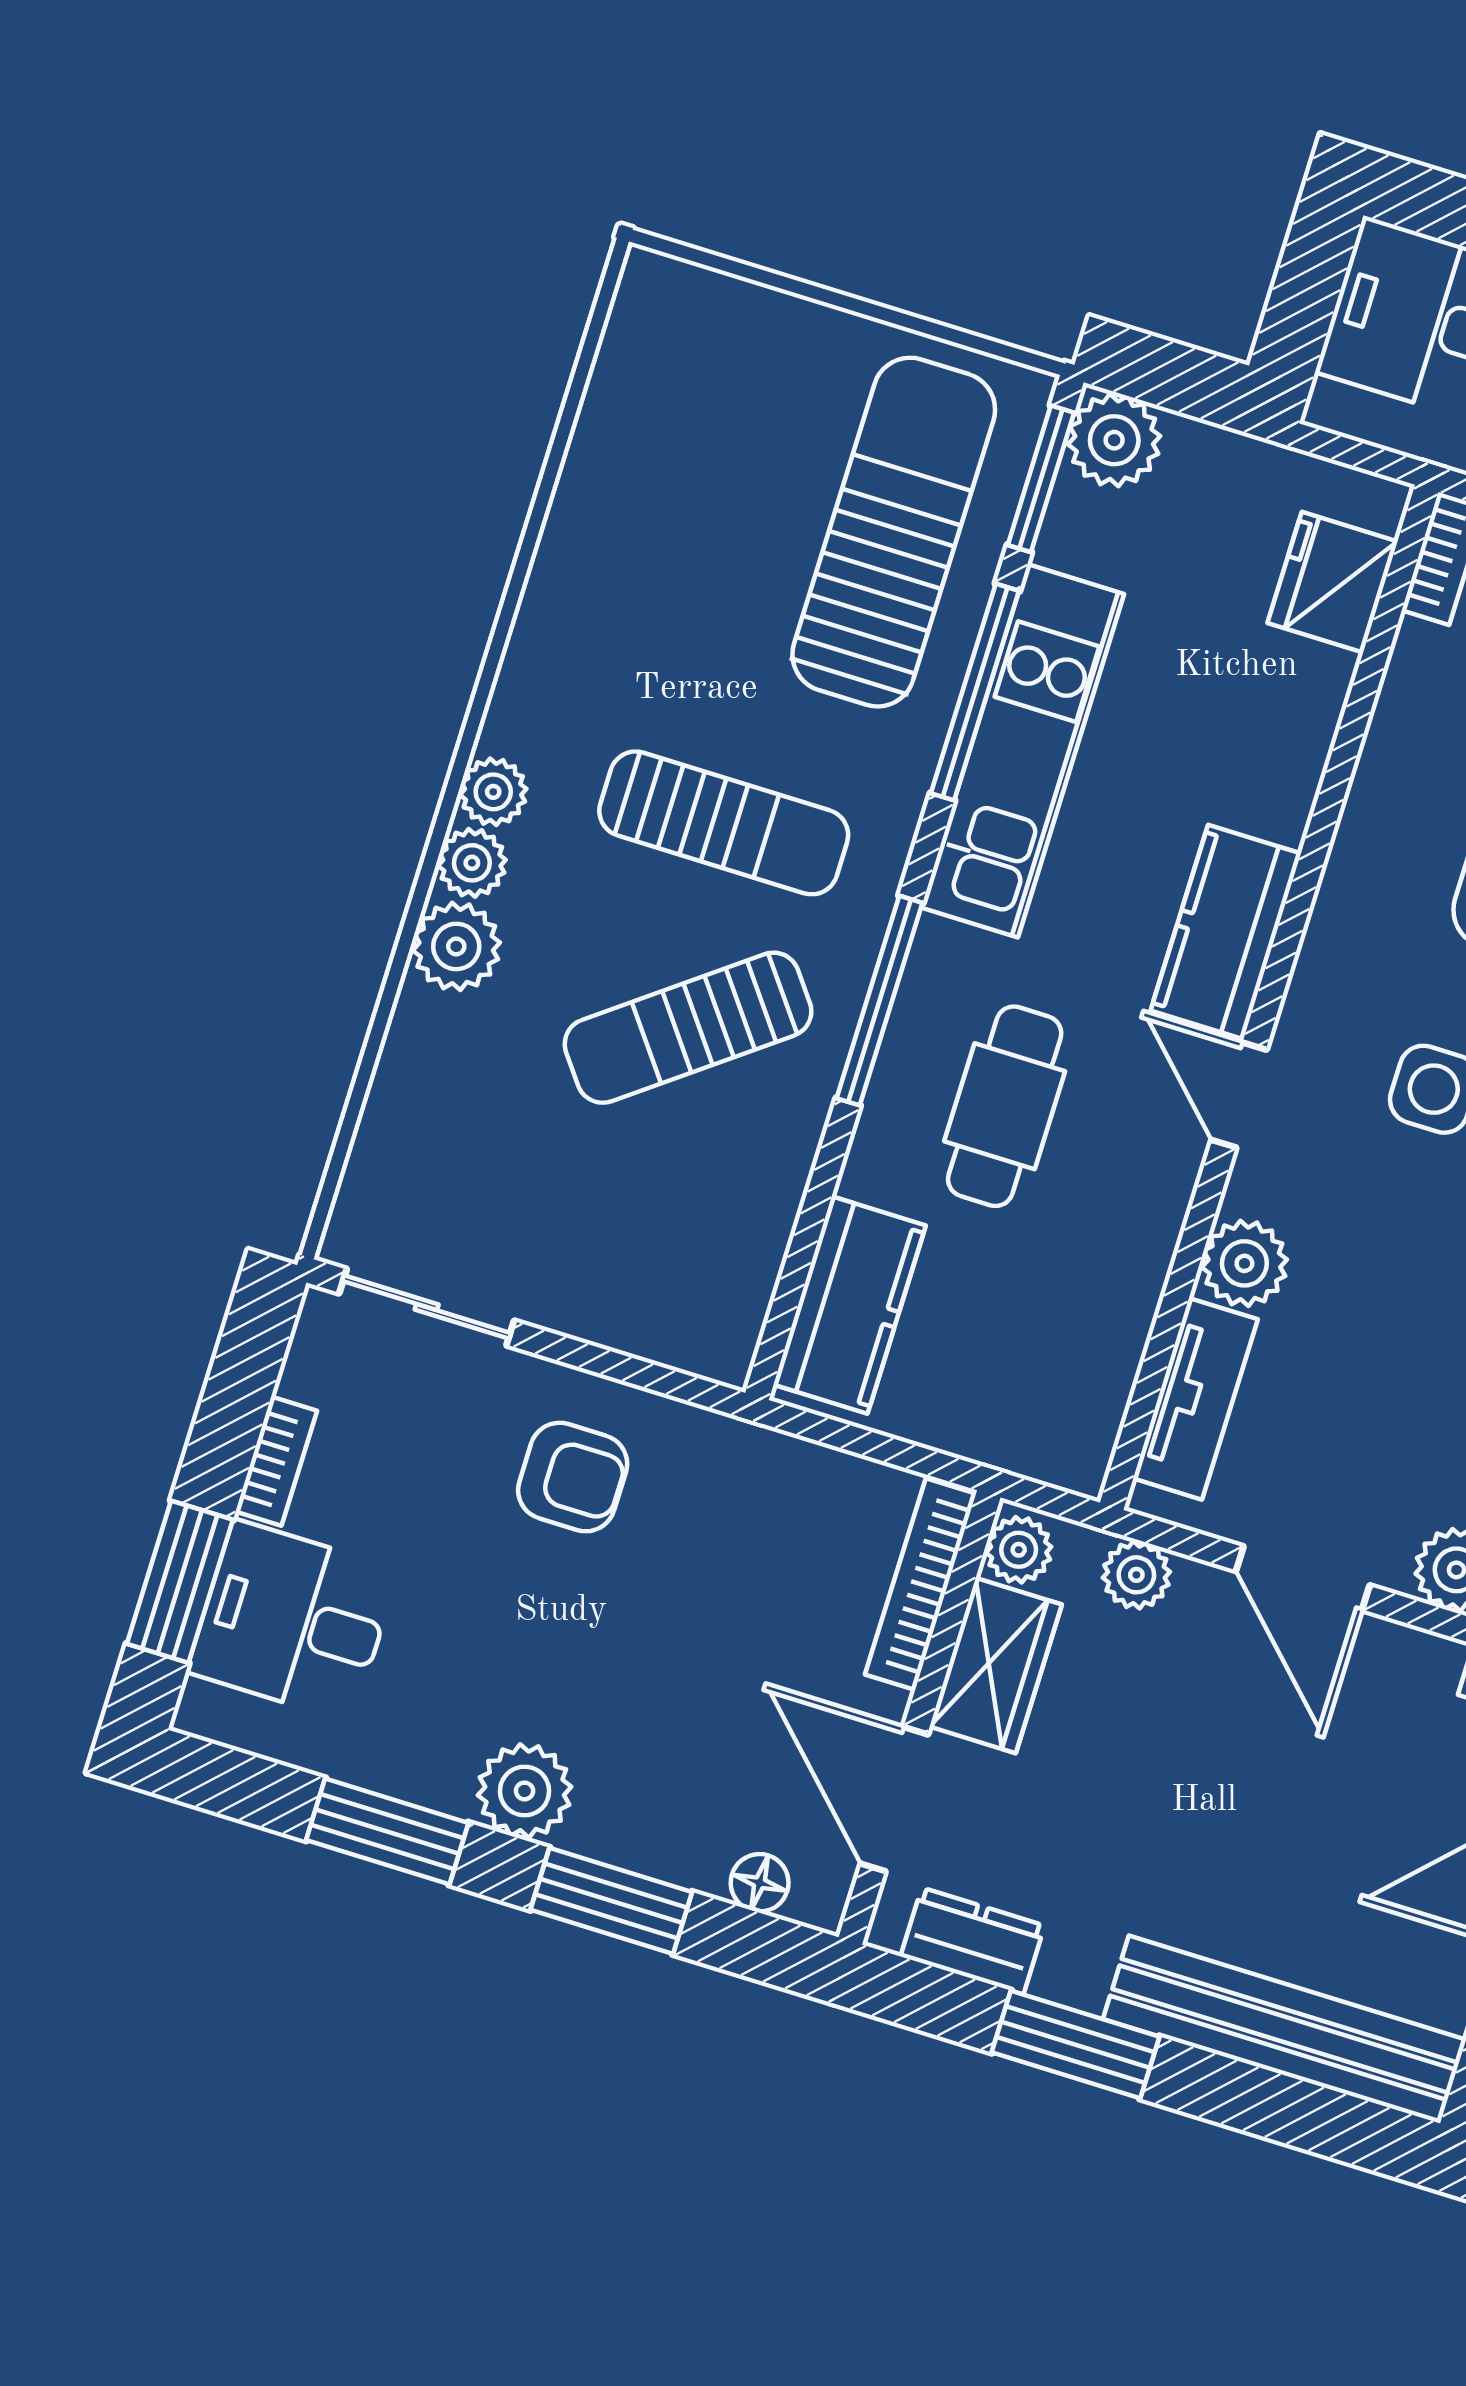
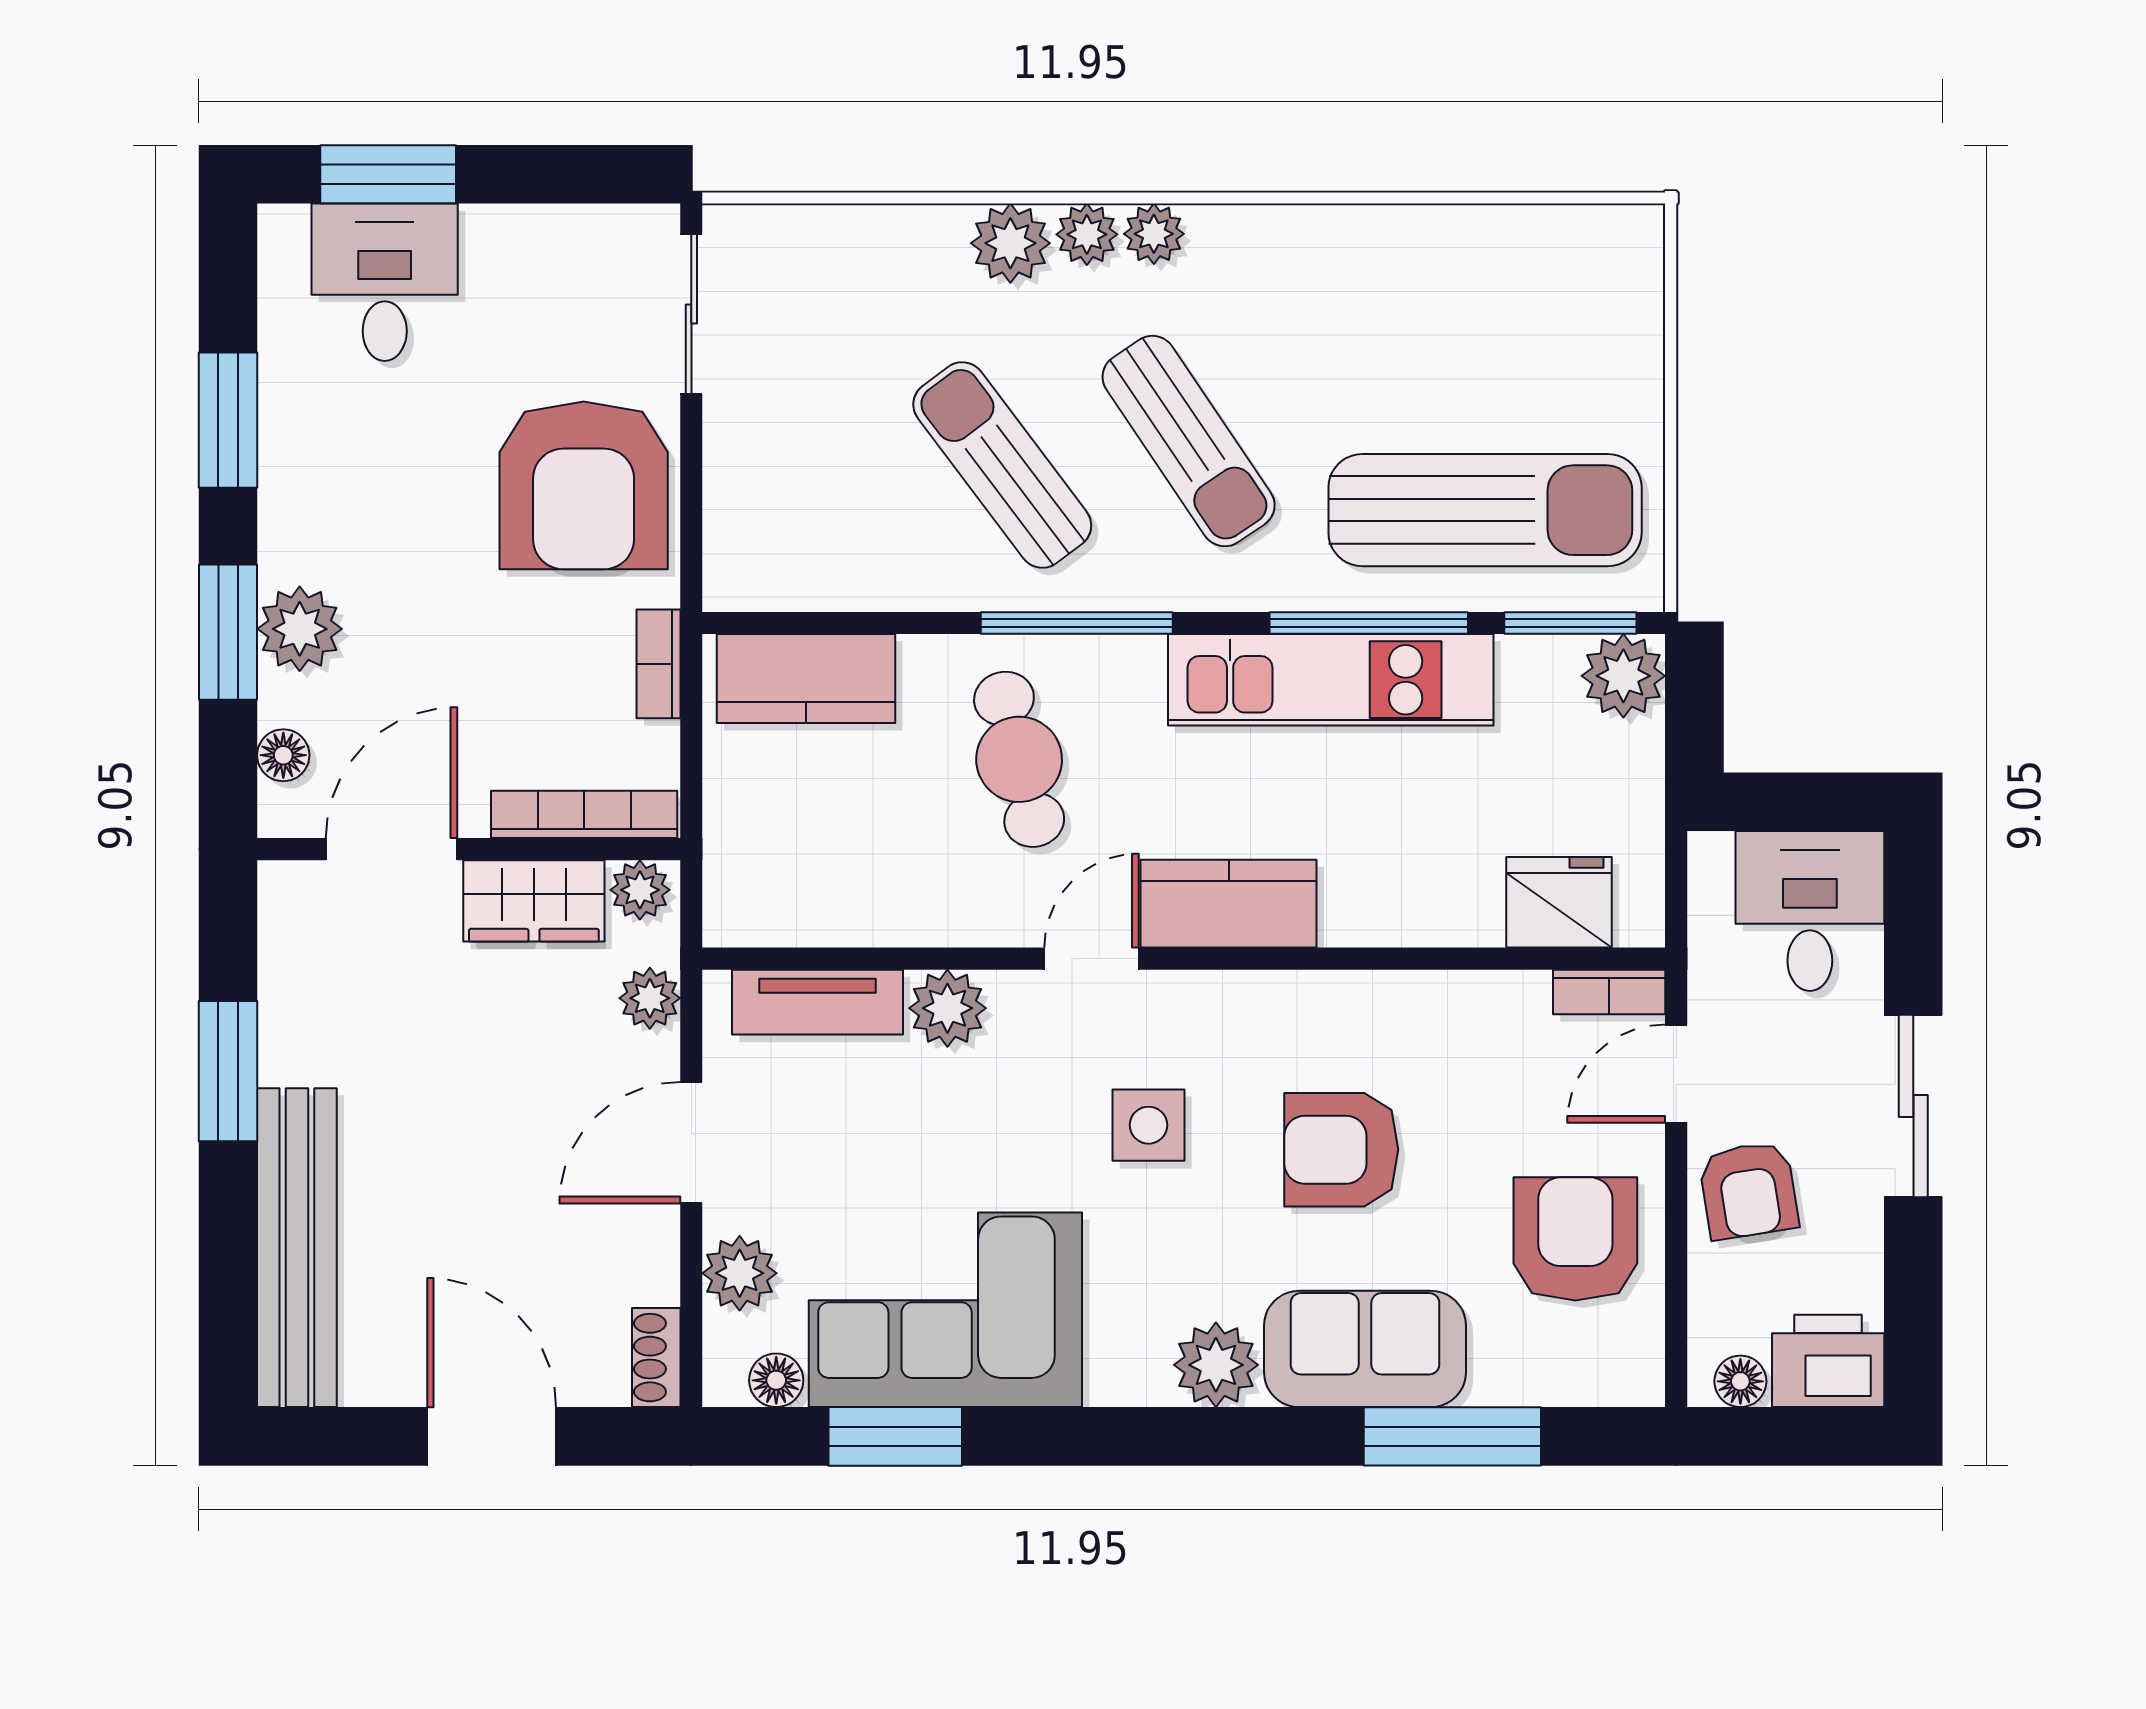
sun lounger: (724, 823) -> (1189, 441), turned -34
cafe table: (1005, 1106) -> (1019, 759), turned 76
bookcase: (276, 1461) -> (659, 664), moved, turned 90
armchair: (573, 1477) -> (584, 485), width x1.88, depth x1.88
plant: (525, 1791) -> (300, 629), moved
dresser: (972, 1941) -> (290, 955), removed

